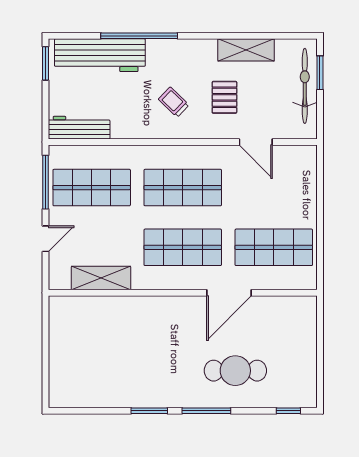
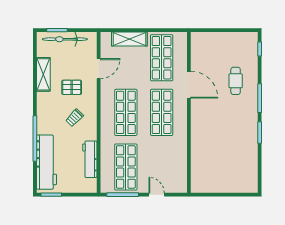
workbench: (79, 128) -> (90, 159), moved
shelving: (101, 278) -> (129, 39), moved, turned 90
cafe table: (235, 371) -> (236, 81), width x0.73, depth x0.74

